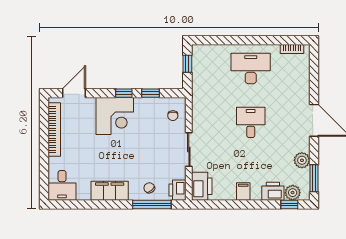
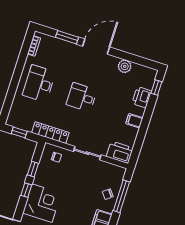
locker: (199, 100) -> (50, 133), added
window: (314, 178) -> (67, 37), moved
printer: (178, 190) -> (117, 172), removed
plant: (293, 193) -> (148, 82), removed

